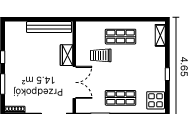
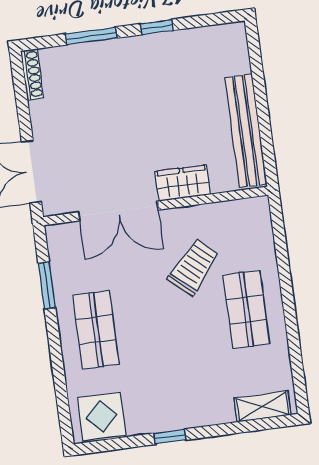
trolley: (101, 55) -> (193, 267), turned 41

